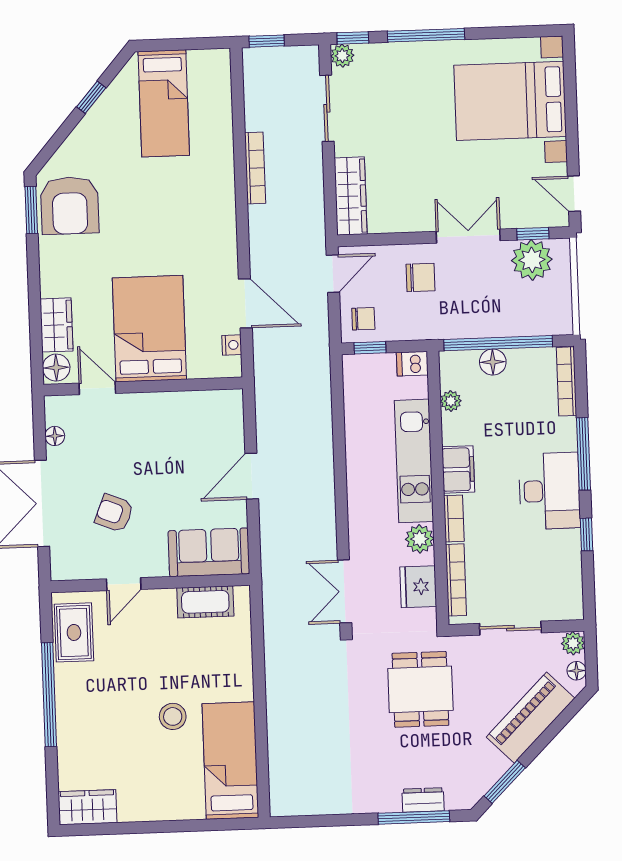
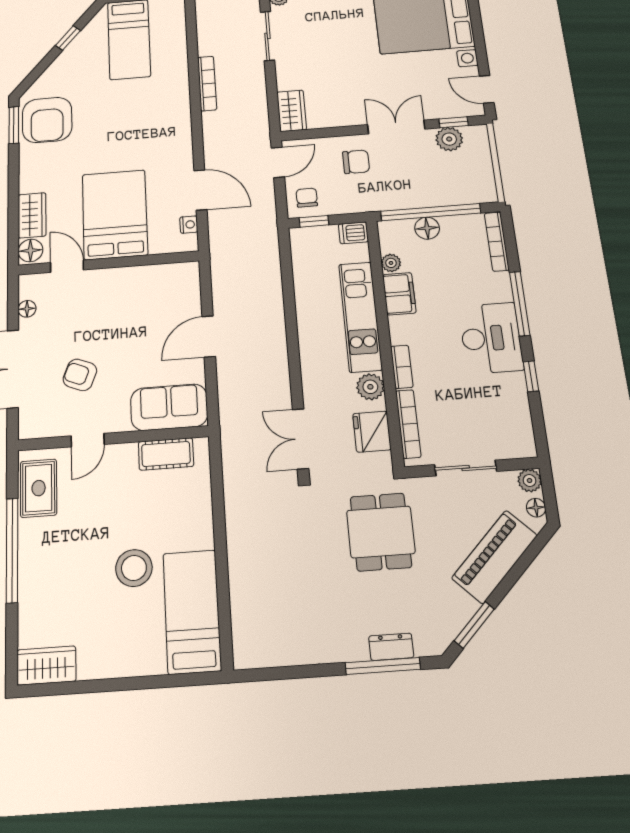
wardrobe: (351, 196) -> (292, 111), width x0.67
plant: (532, 260) -> (449, 139), width x0.73, depth x0.73
chair: (363, 319) -> (307, 198), turned -90
filing cabinet: (458, 469) -> (399, 294), moved
stool: (173, 716) -> (134, 568), width x1.38, depth x1.38

